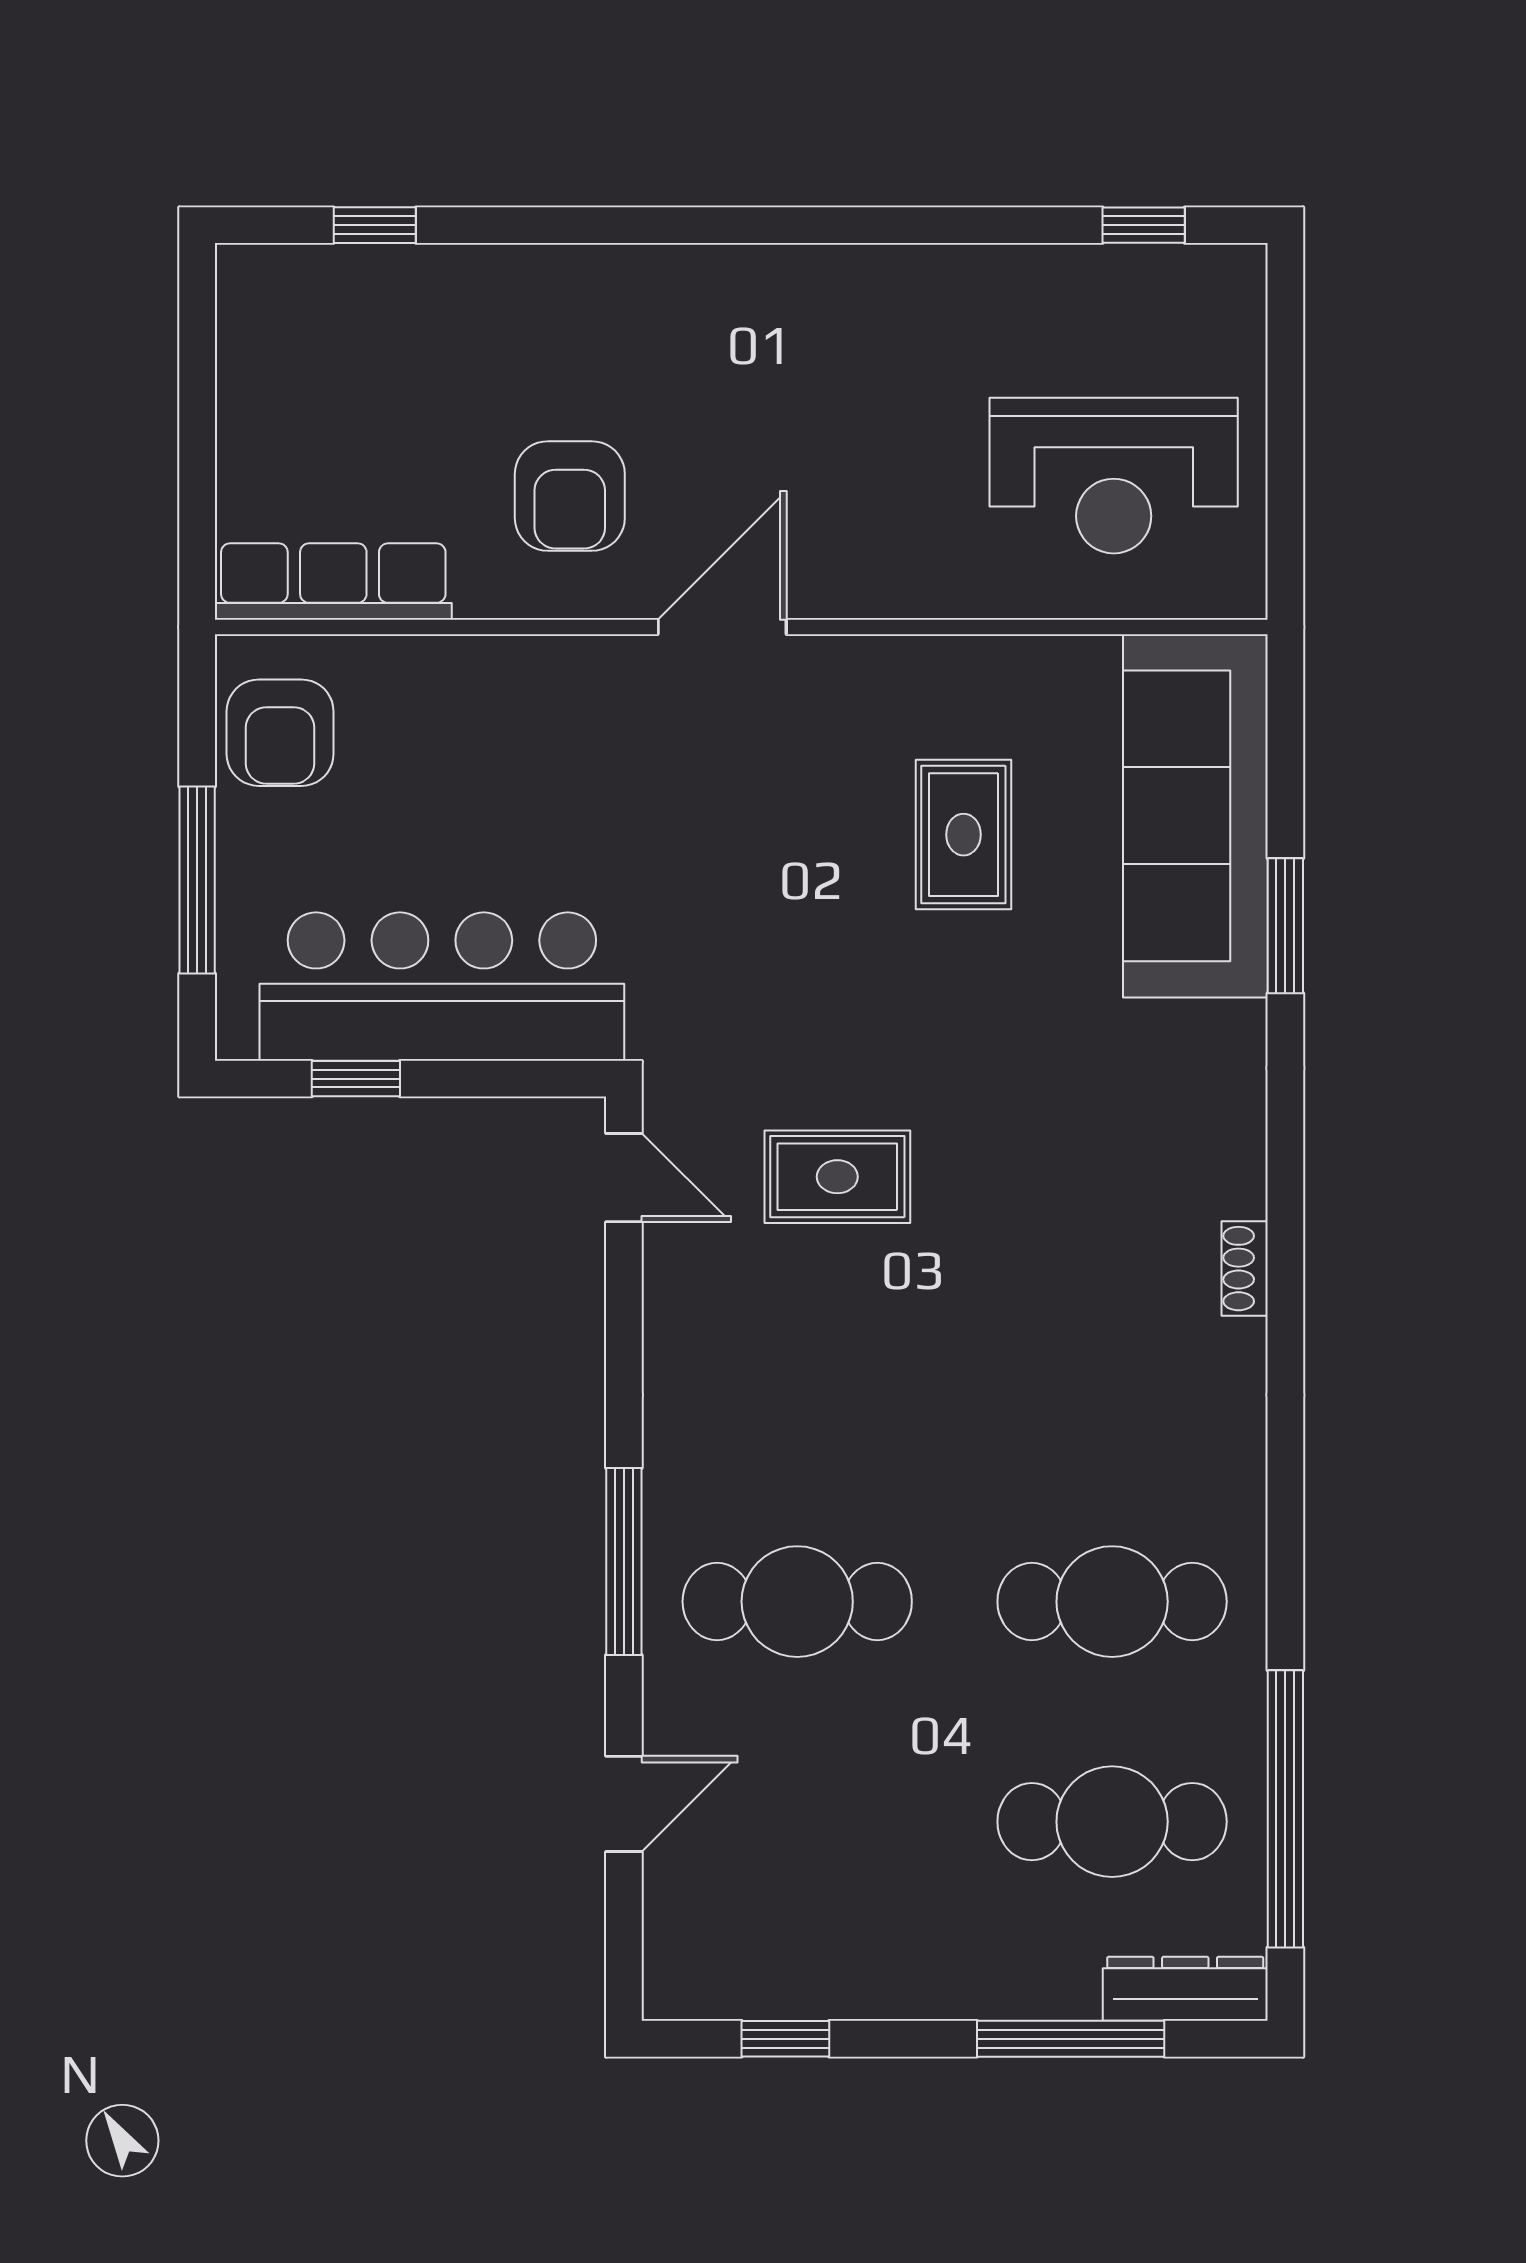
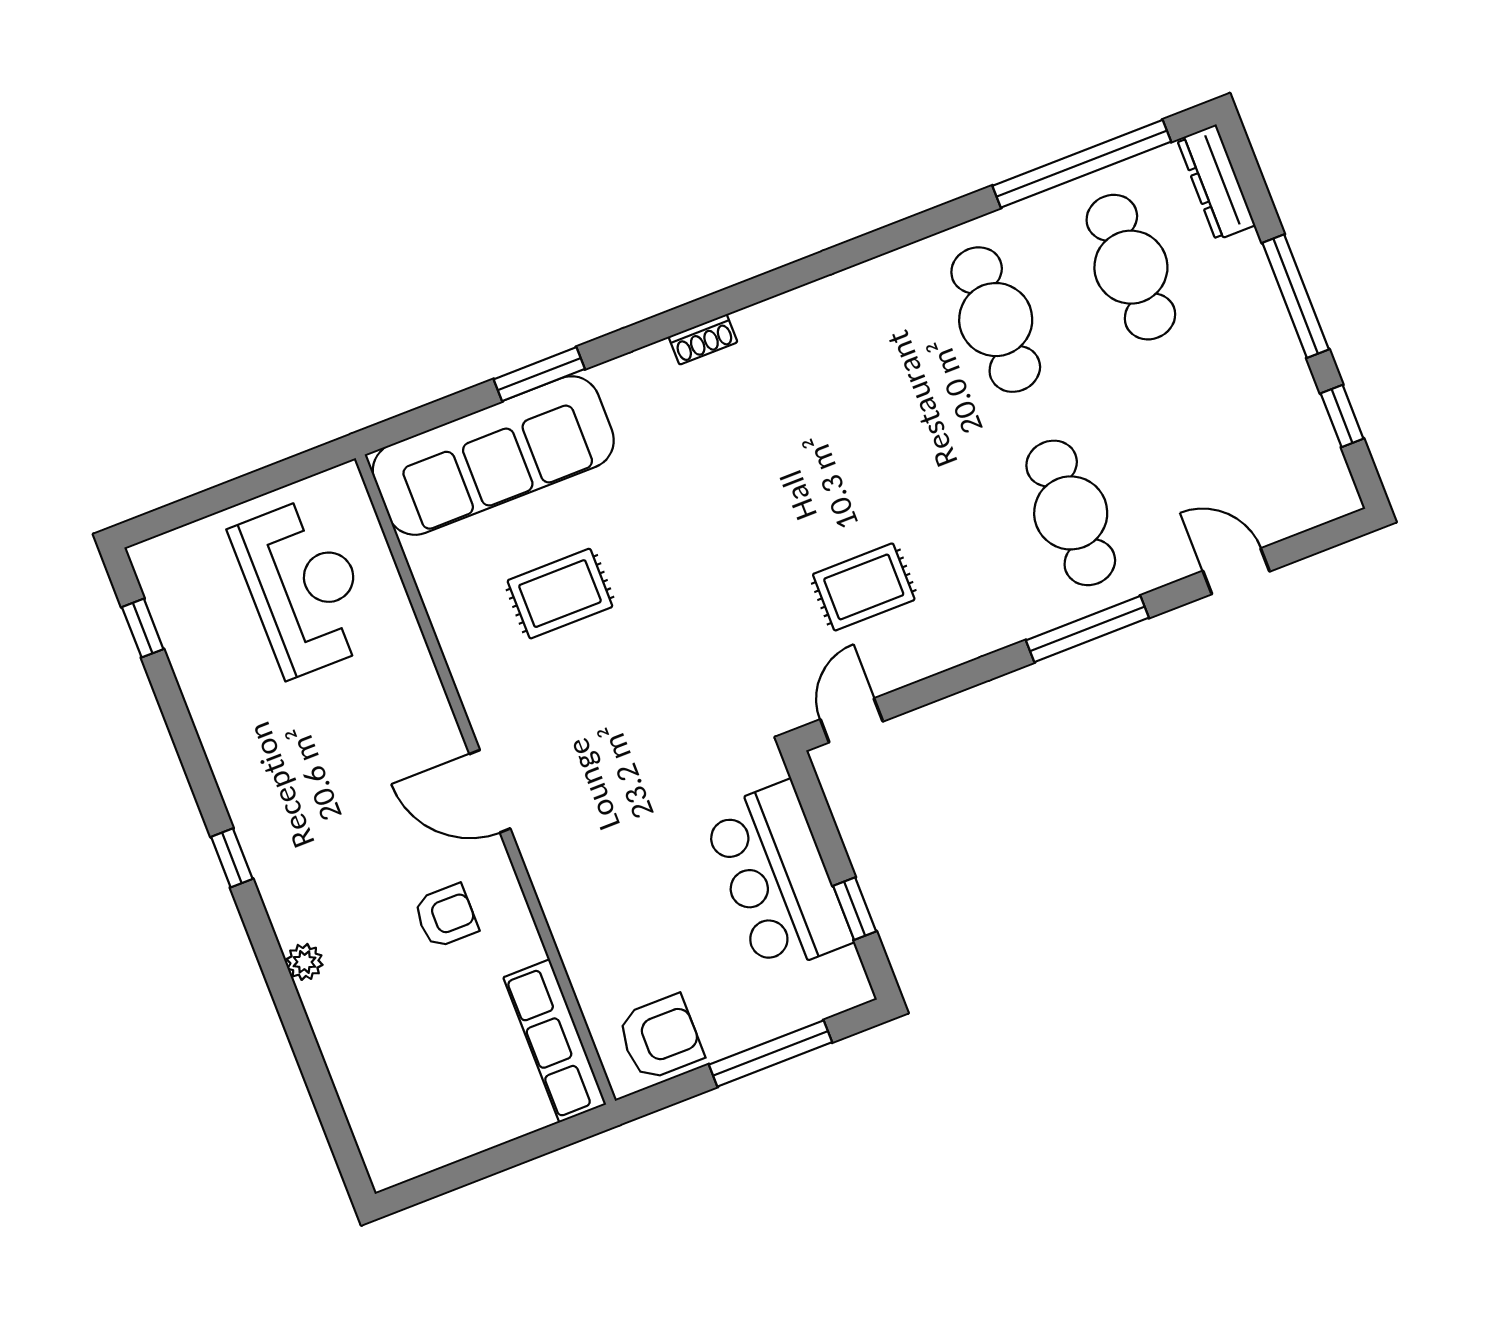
window: (375, 225) -> (232, 858), moved
plant: (582, 271) -> (304, 962), added
armchair: (570, 496) -> (446, 916), width x0.72, depth x0.72
bar counter: (442, 987) -> (778, 878), width x0.73
rug: (837, 1177) -> (864, 587), moved, turned 90
shoe rack: (1245, 1269) -> (703, 339), moved
window: (1071, 2039) -> (1296, 296), moved

